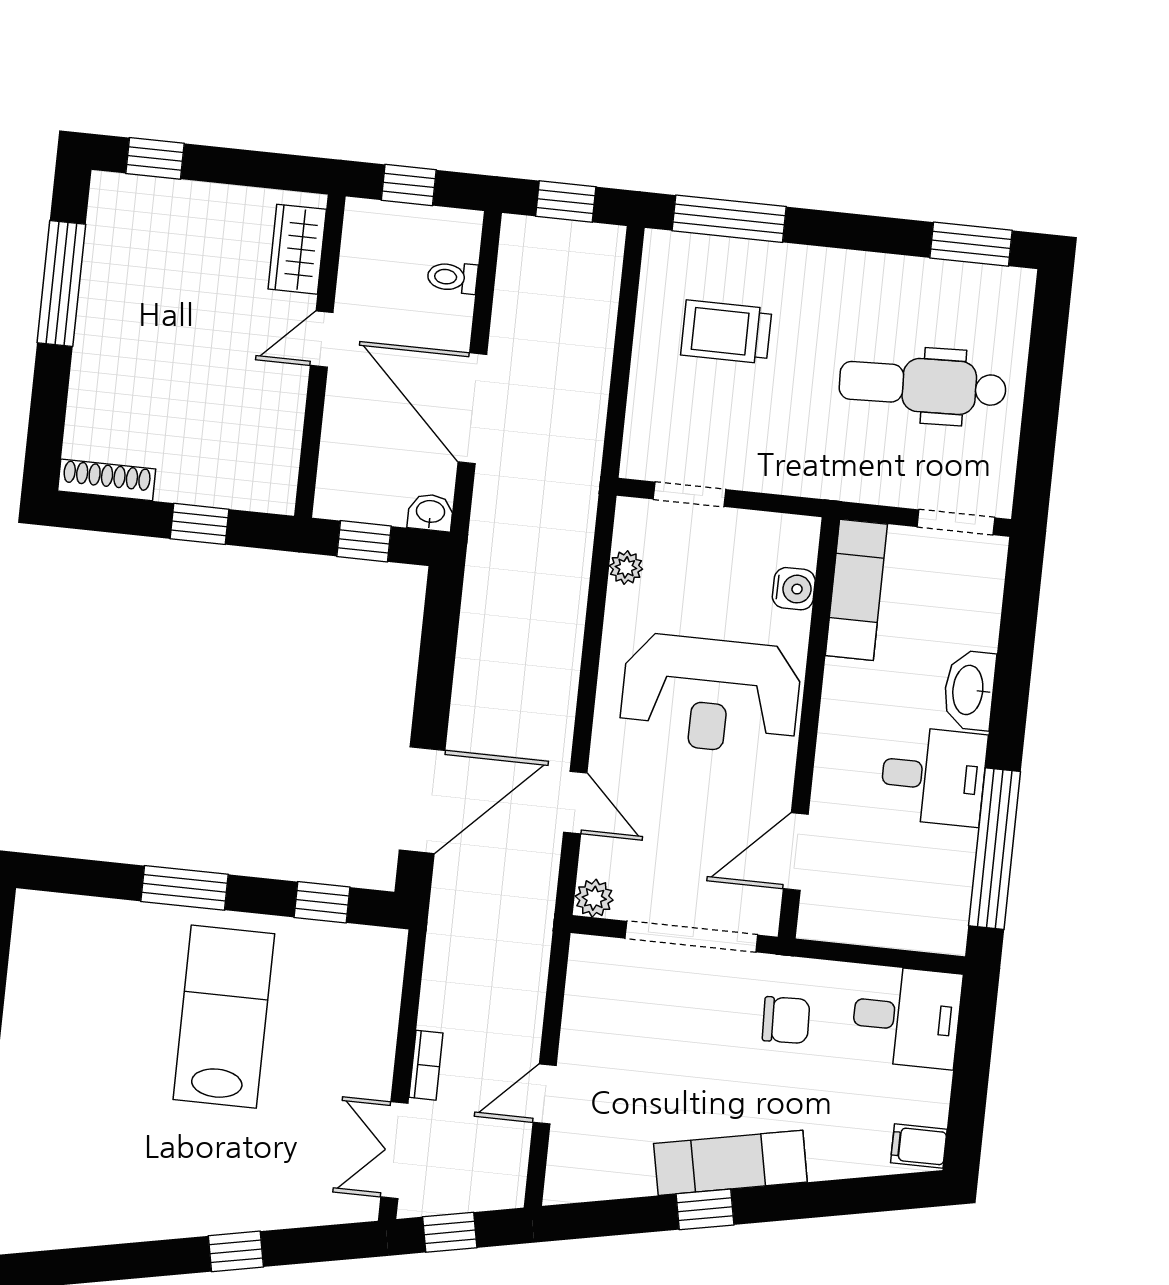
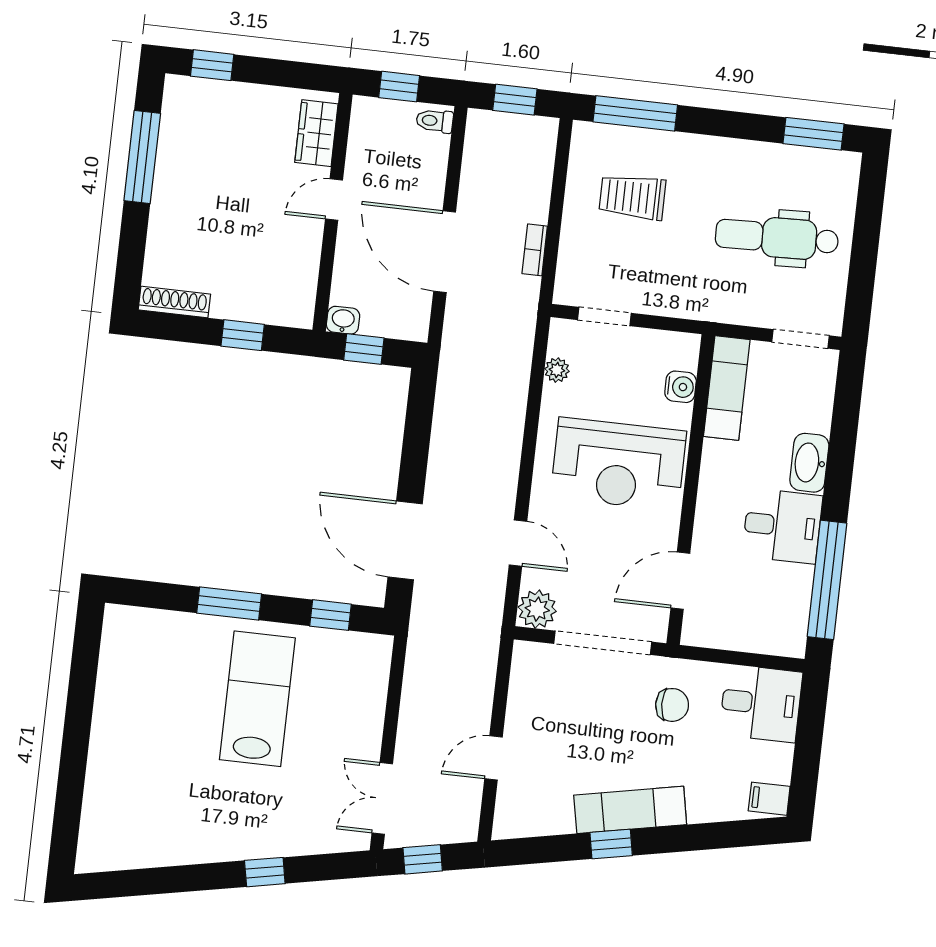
toilet: (452, 277) -> (435, 121), moved
washbasin: (430, 512) -> (343, 320), moved
door: (422, 800) -> (405, 540), swing flipped
plant: (594, 898) -> (537, 609), width x1.38, depth x1.38
bookcase: (426, 1065) -> (535, 250), moved, turned 180

